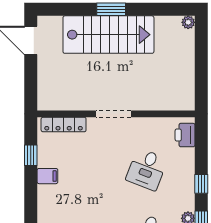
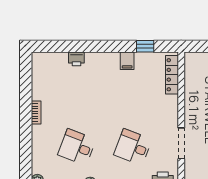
doorway: (113, 114) -> (181, 143), moved

